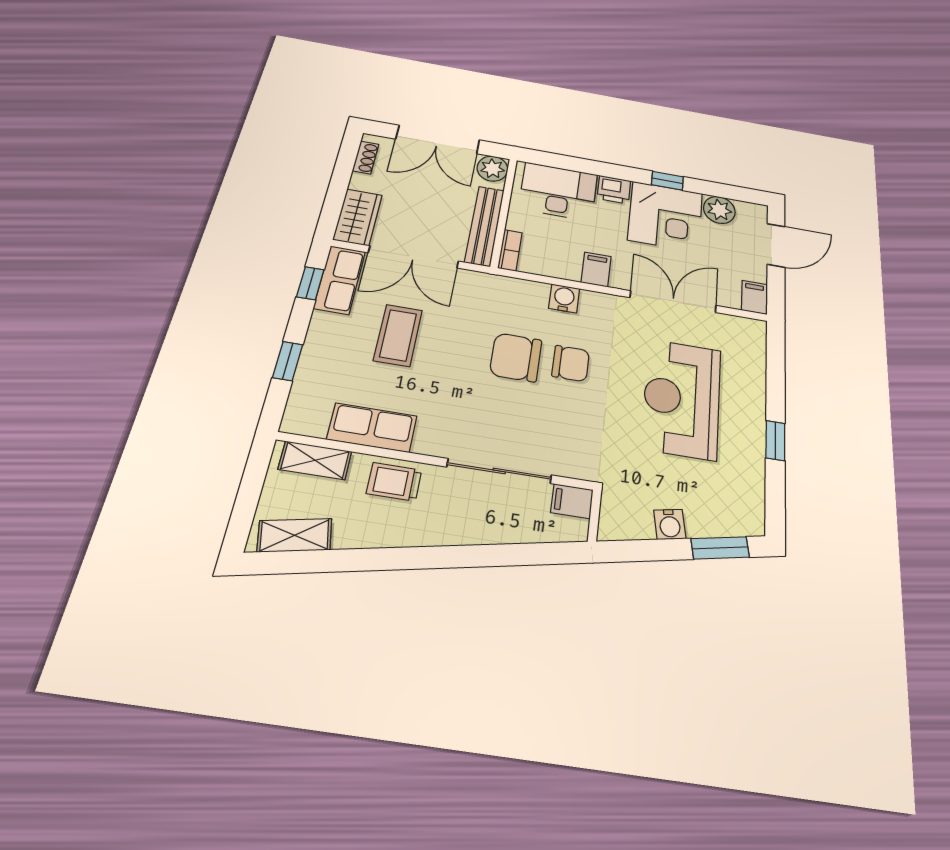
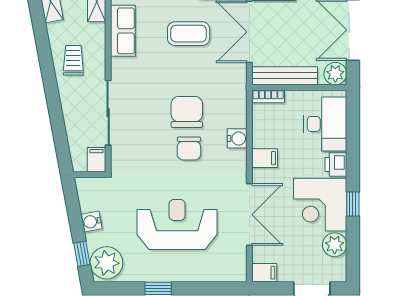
trolley: (394, 482) -> (73, 60), moved
plant: (736, 511) -> (106, 263), added
window: (720, 548) -> (82, 254), width x0.67

